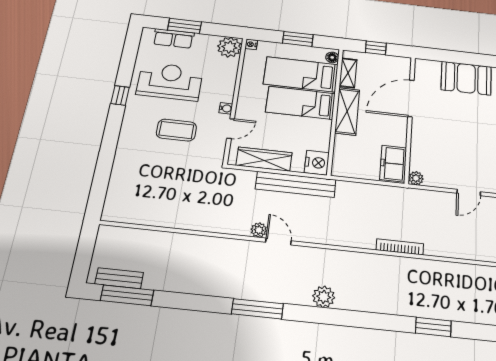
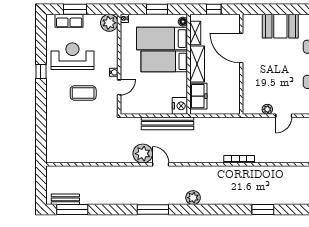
door: (411, 98) -> (241, 48), hinge flipped
wardrobe: (264, 159) -> (144, 107), removed
freezer: (393, 164) -> (198, 96), moved, turned 180
plant: (416, 178) -> (267, 109), moved
plant: (259, 230) -> (143, 154), width x1.88, depth x1.88

